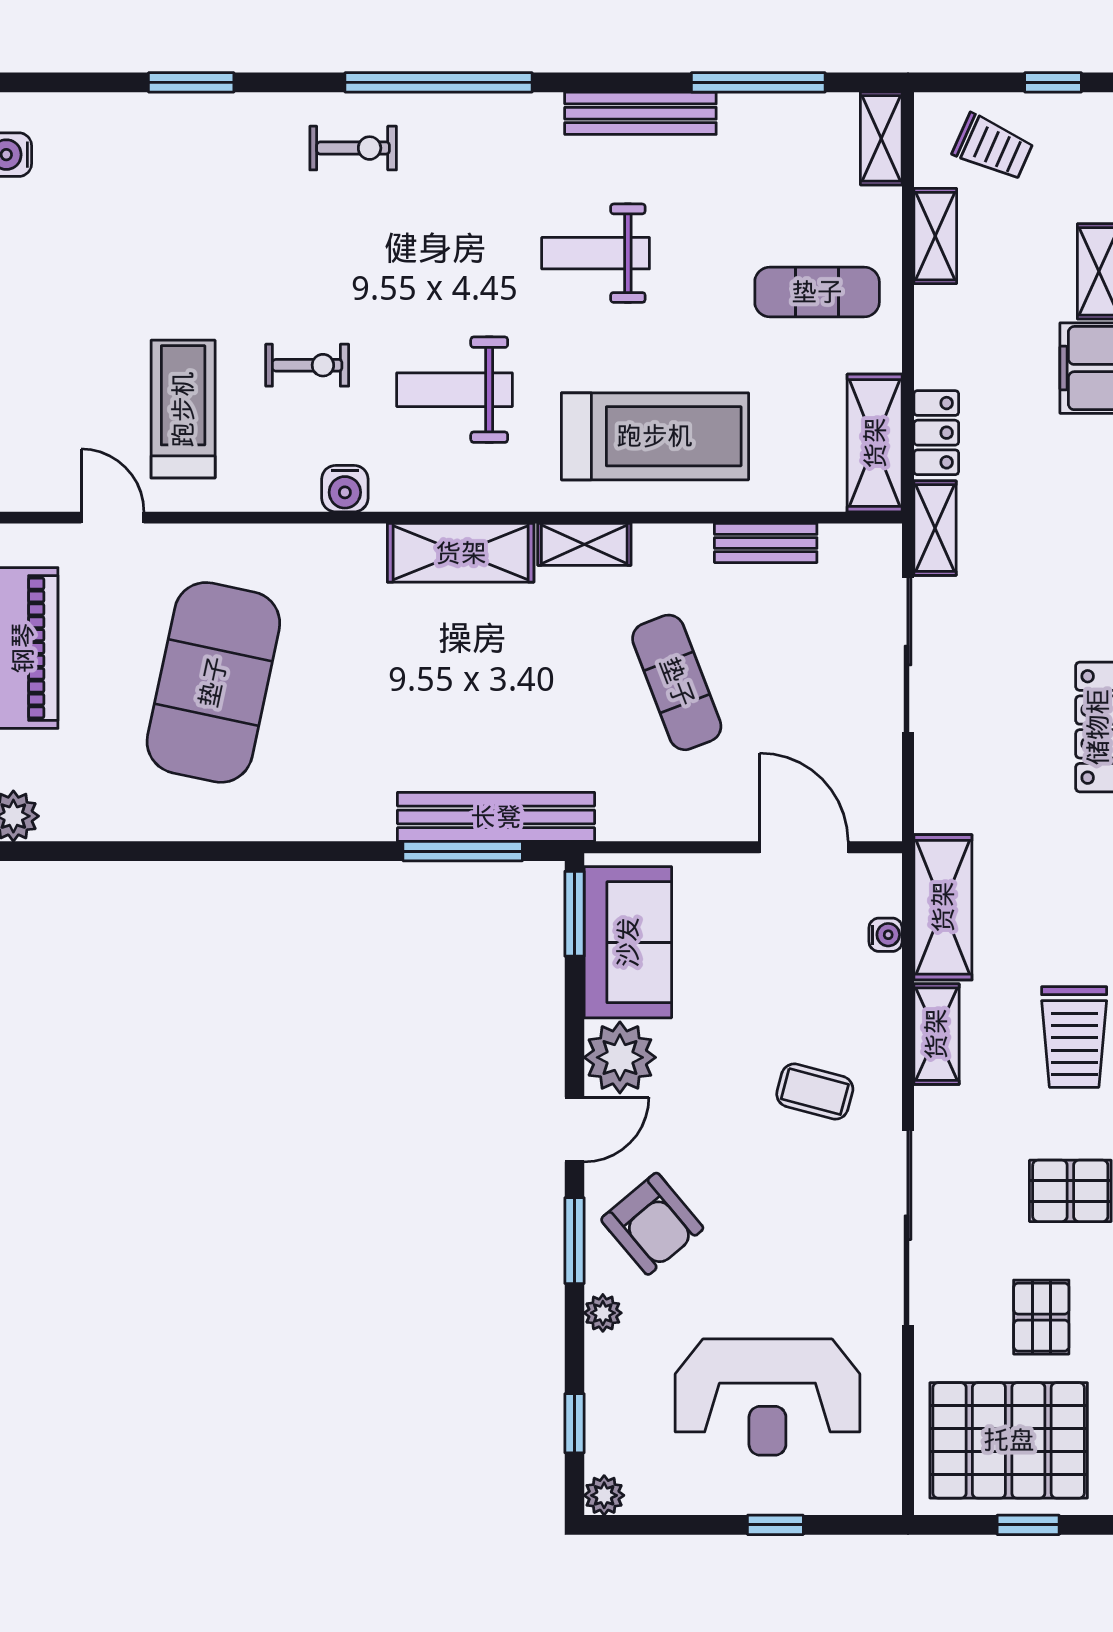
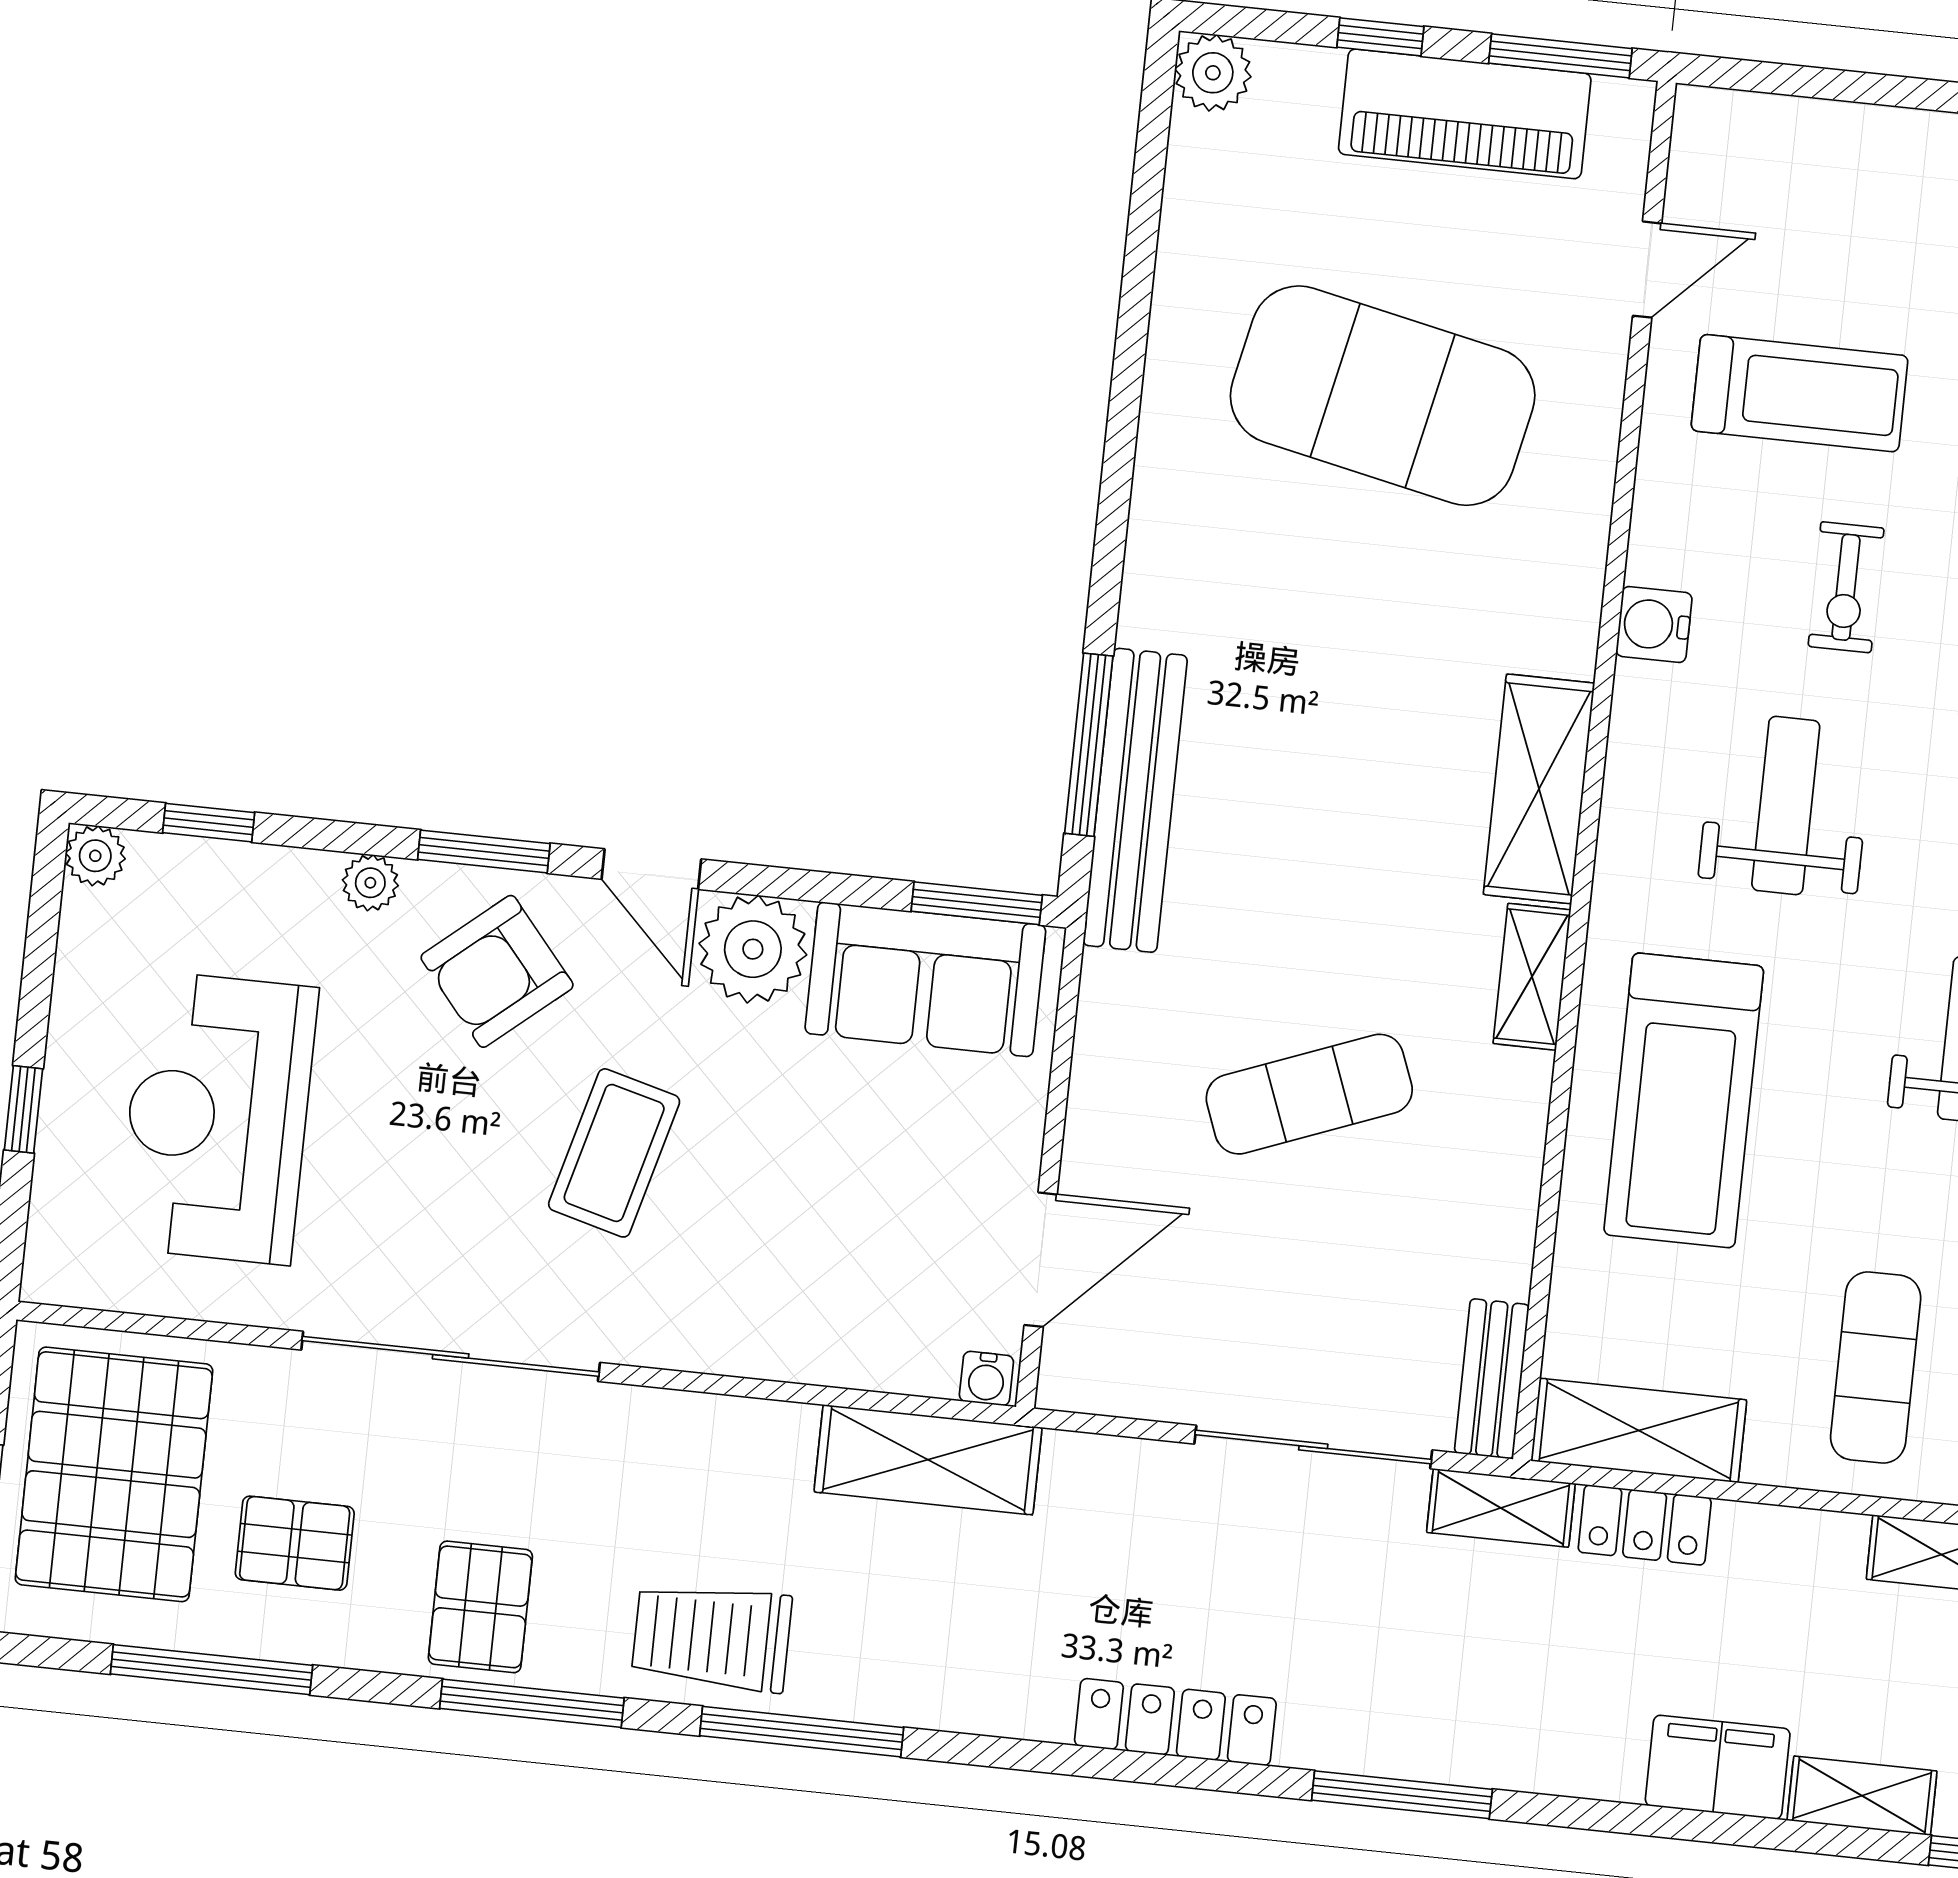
bench: (766, 543) -> (1492, 1379), moved
water cooler: (886, 935) -> (986, 1378), moved
shelving: (936, 1034) -> (738, 1430), removed
coffee table: (815, 1092) -> (614, 1153), moved, width x1.36, depth x1.30

